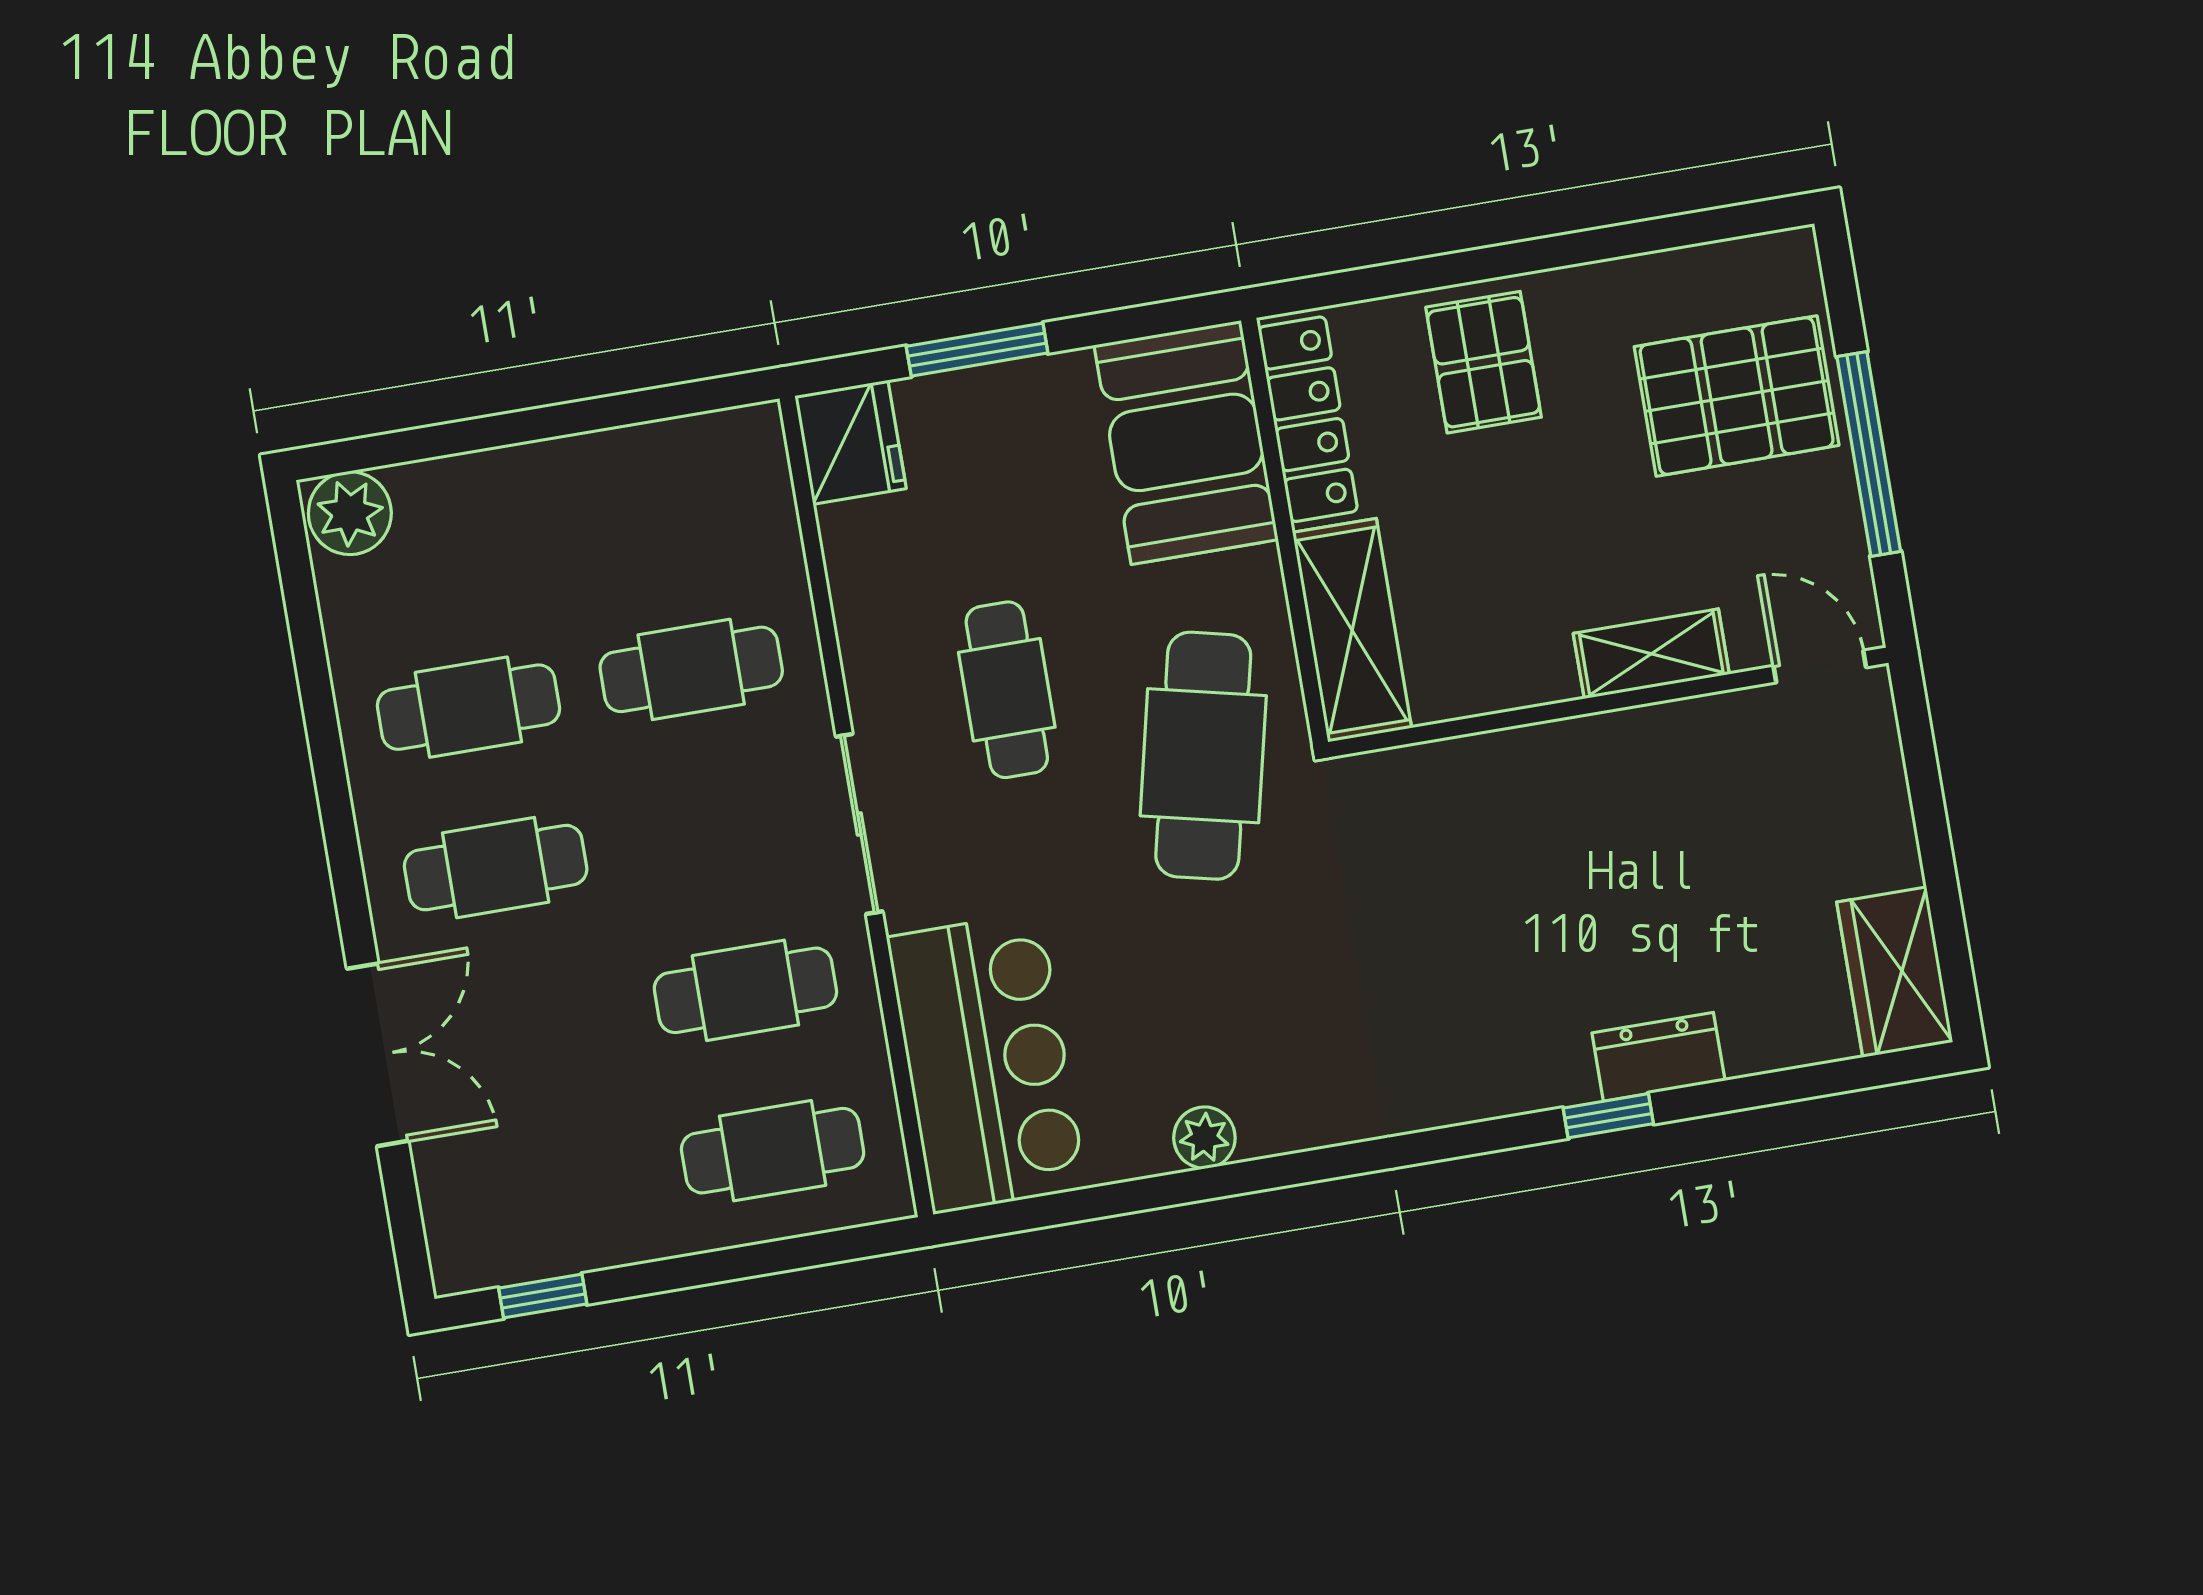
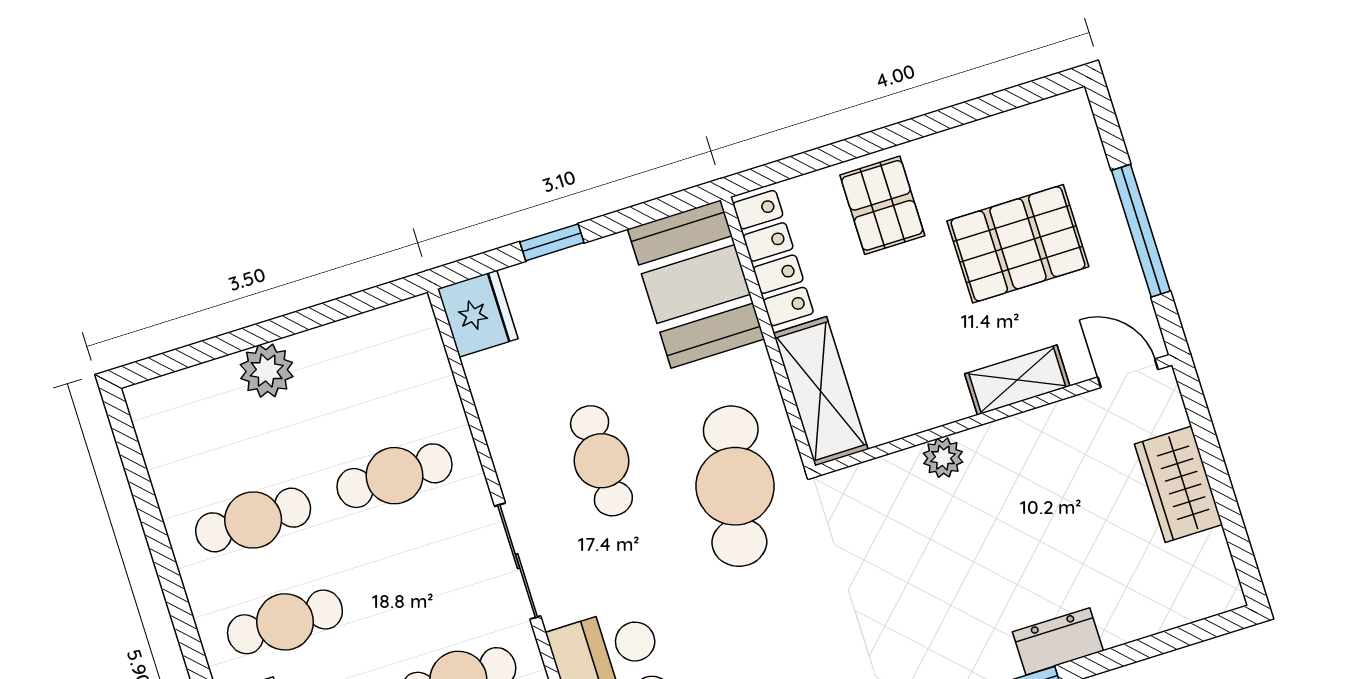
window: (977, 350) -> (552, 242), width x0.67
pallet: (1737, 396) -> (1018, 244), moved
plant: (350, 513) -> (267, 371), moved
plant: (1523, 756) -> (943, 458), added
wardrobe: (1895, 972) -> (1179, 484), moved

